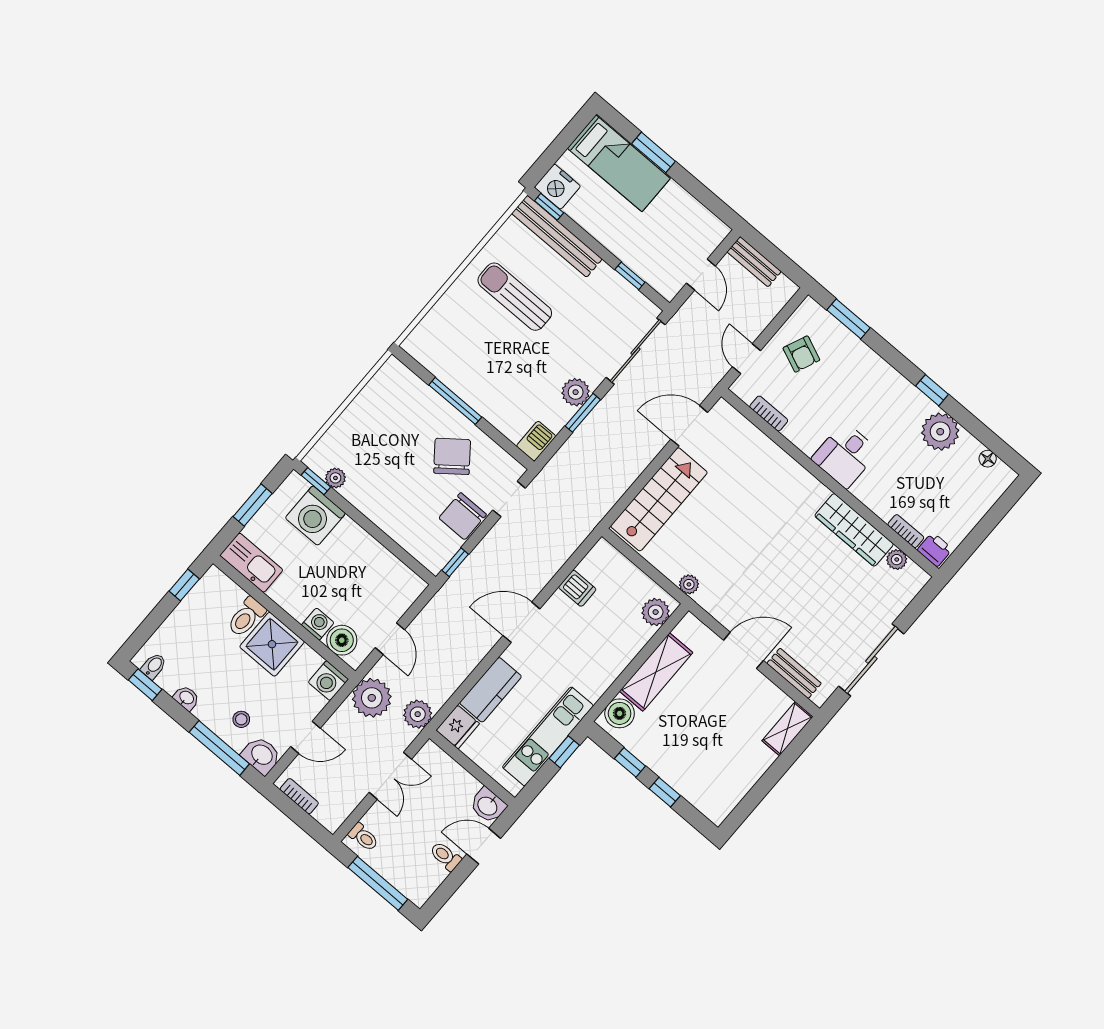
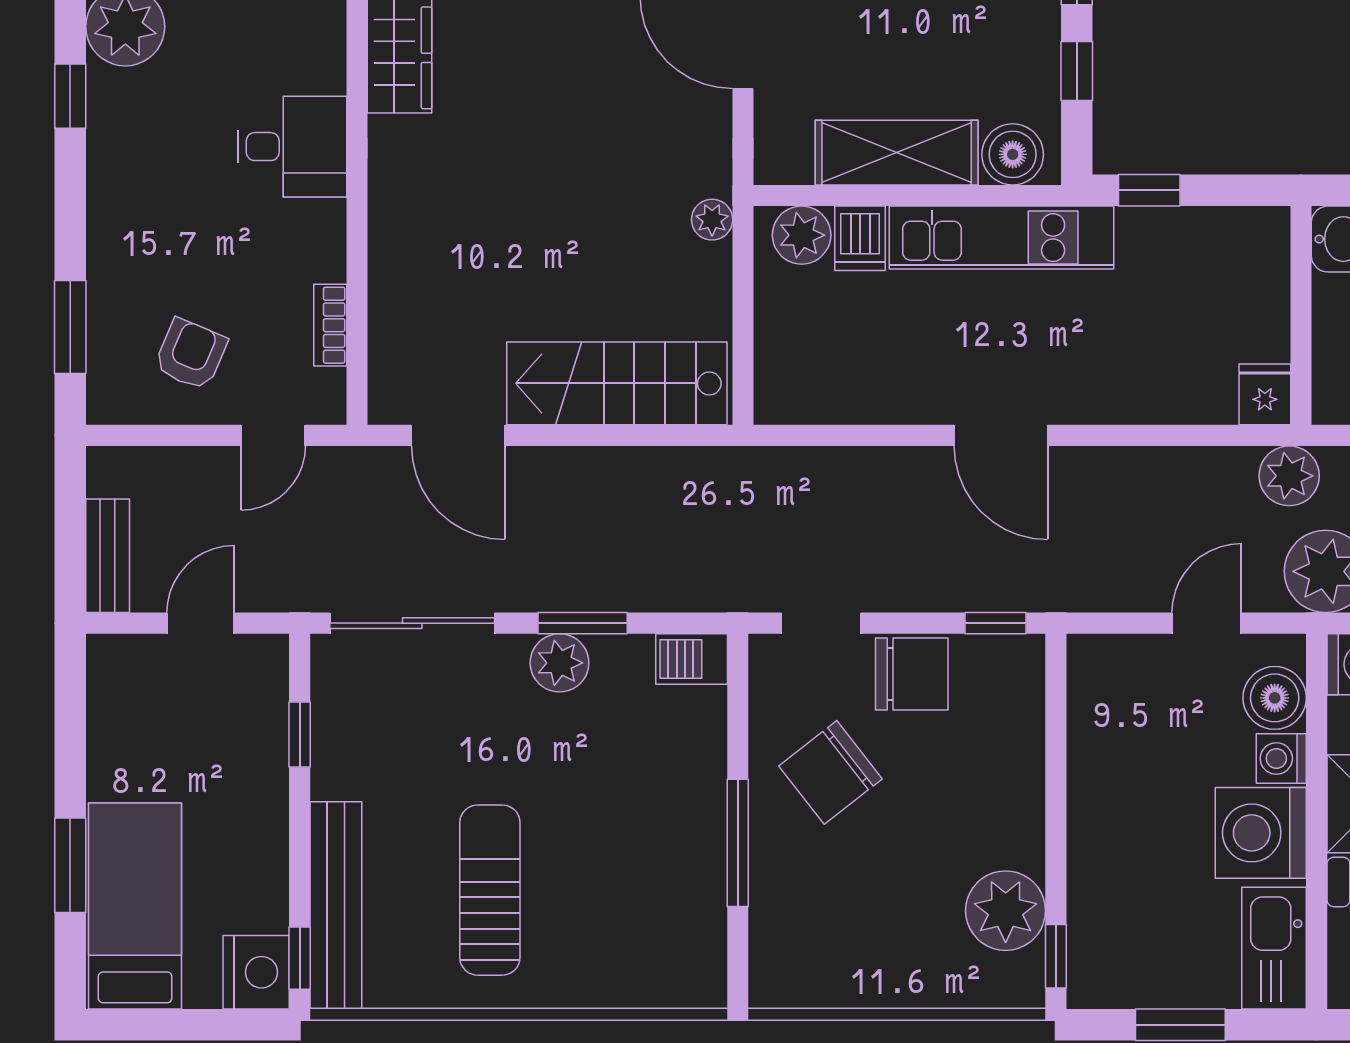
sun lounger: (515, 297) -> (490, 890), turned 180
plant: (335, 478) -> (1006, 911), width x1.88, depth x1.88
washing machine: (315, 516) -> (1261, 833), moved, turned 180
dishwasher: (577, 588) -> (860, 238), moved, turned 180
kitchen counter: (491, 690) -> (1151, 393), removed
fridge: (458, 727) -> (1265, 394), width x0.72
kitchen unit: (548, 736) -> (1001, 238), moved

